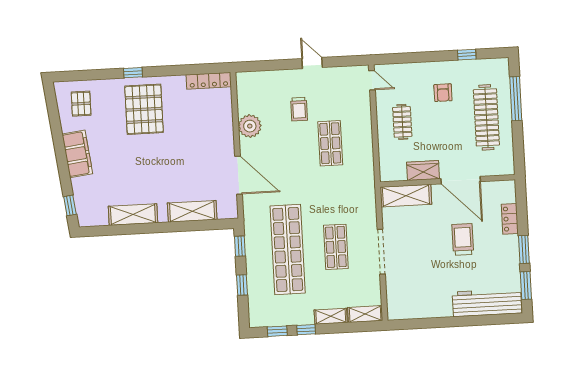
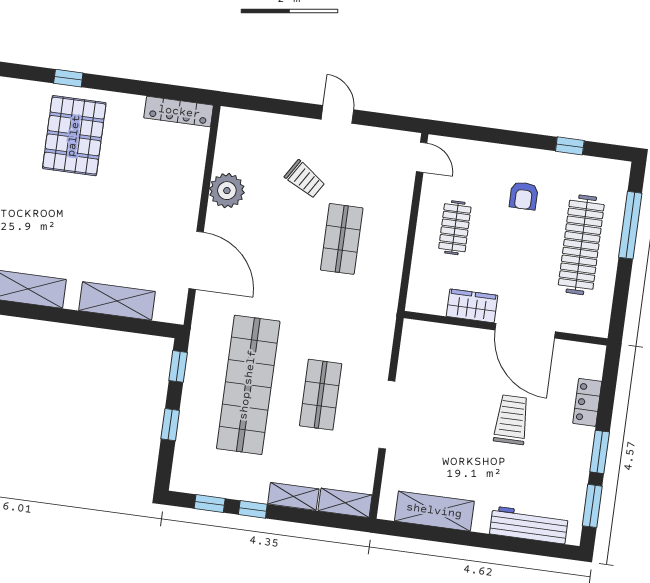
trolley: (299, 109) -> (305, 179), turned -58
shelving: (406, 196) -> (434, 511), moved
workbench: (487, 303) -> (529, 525), width x0.73, depth x0.76

